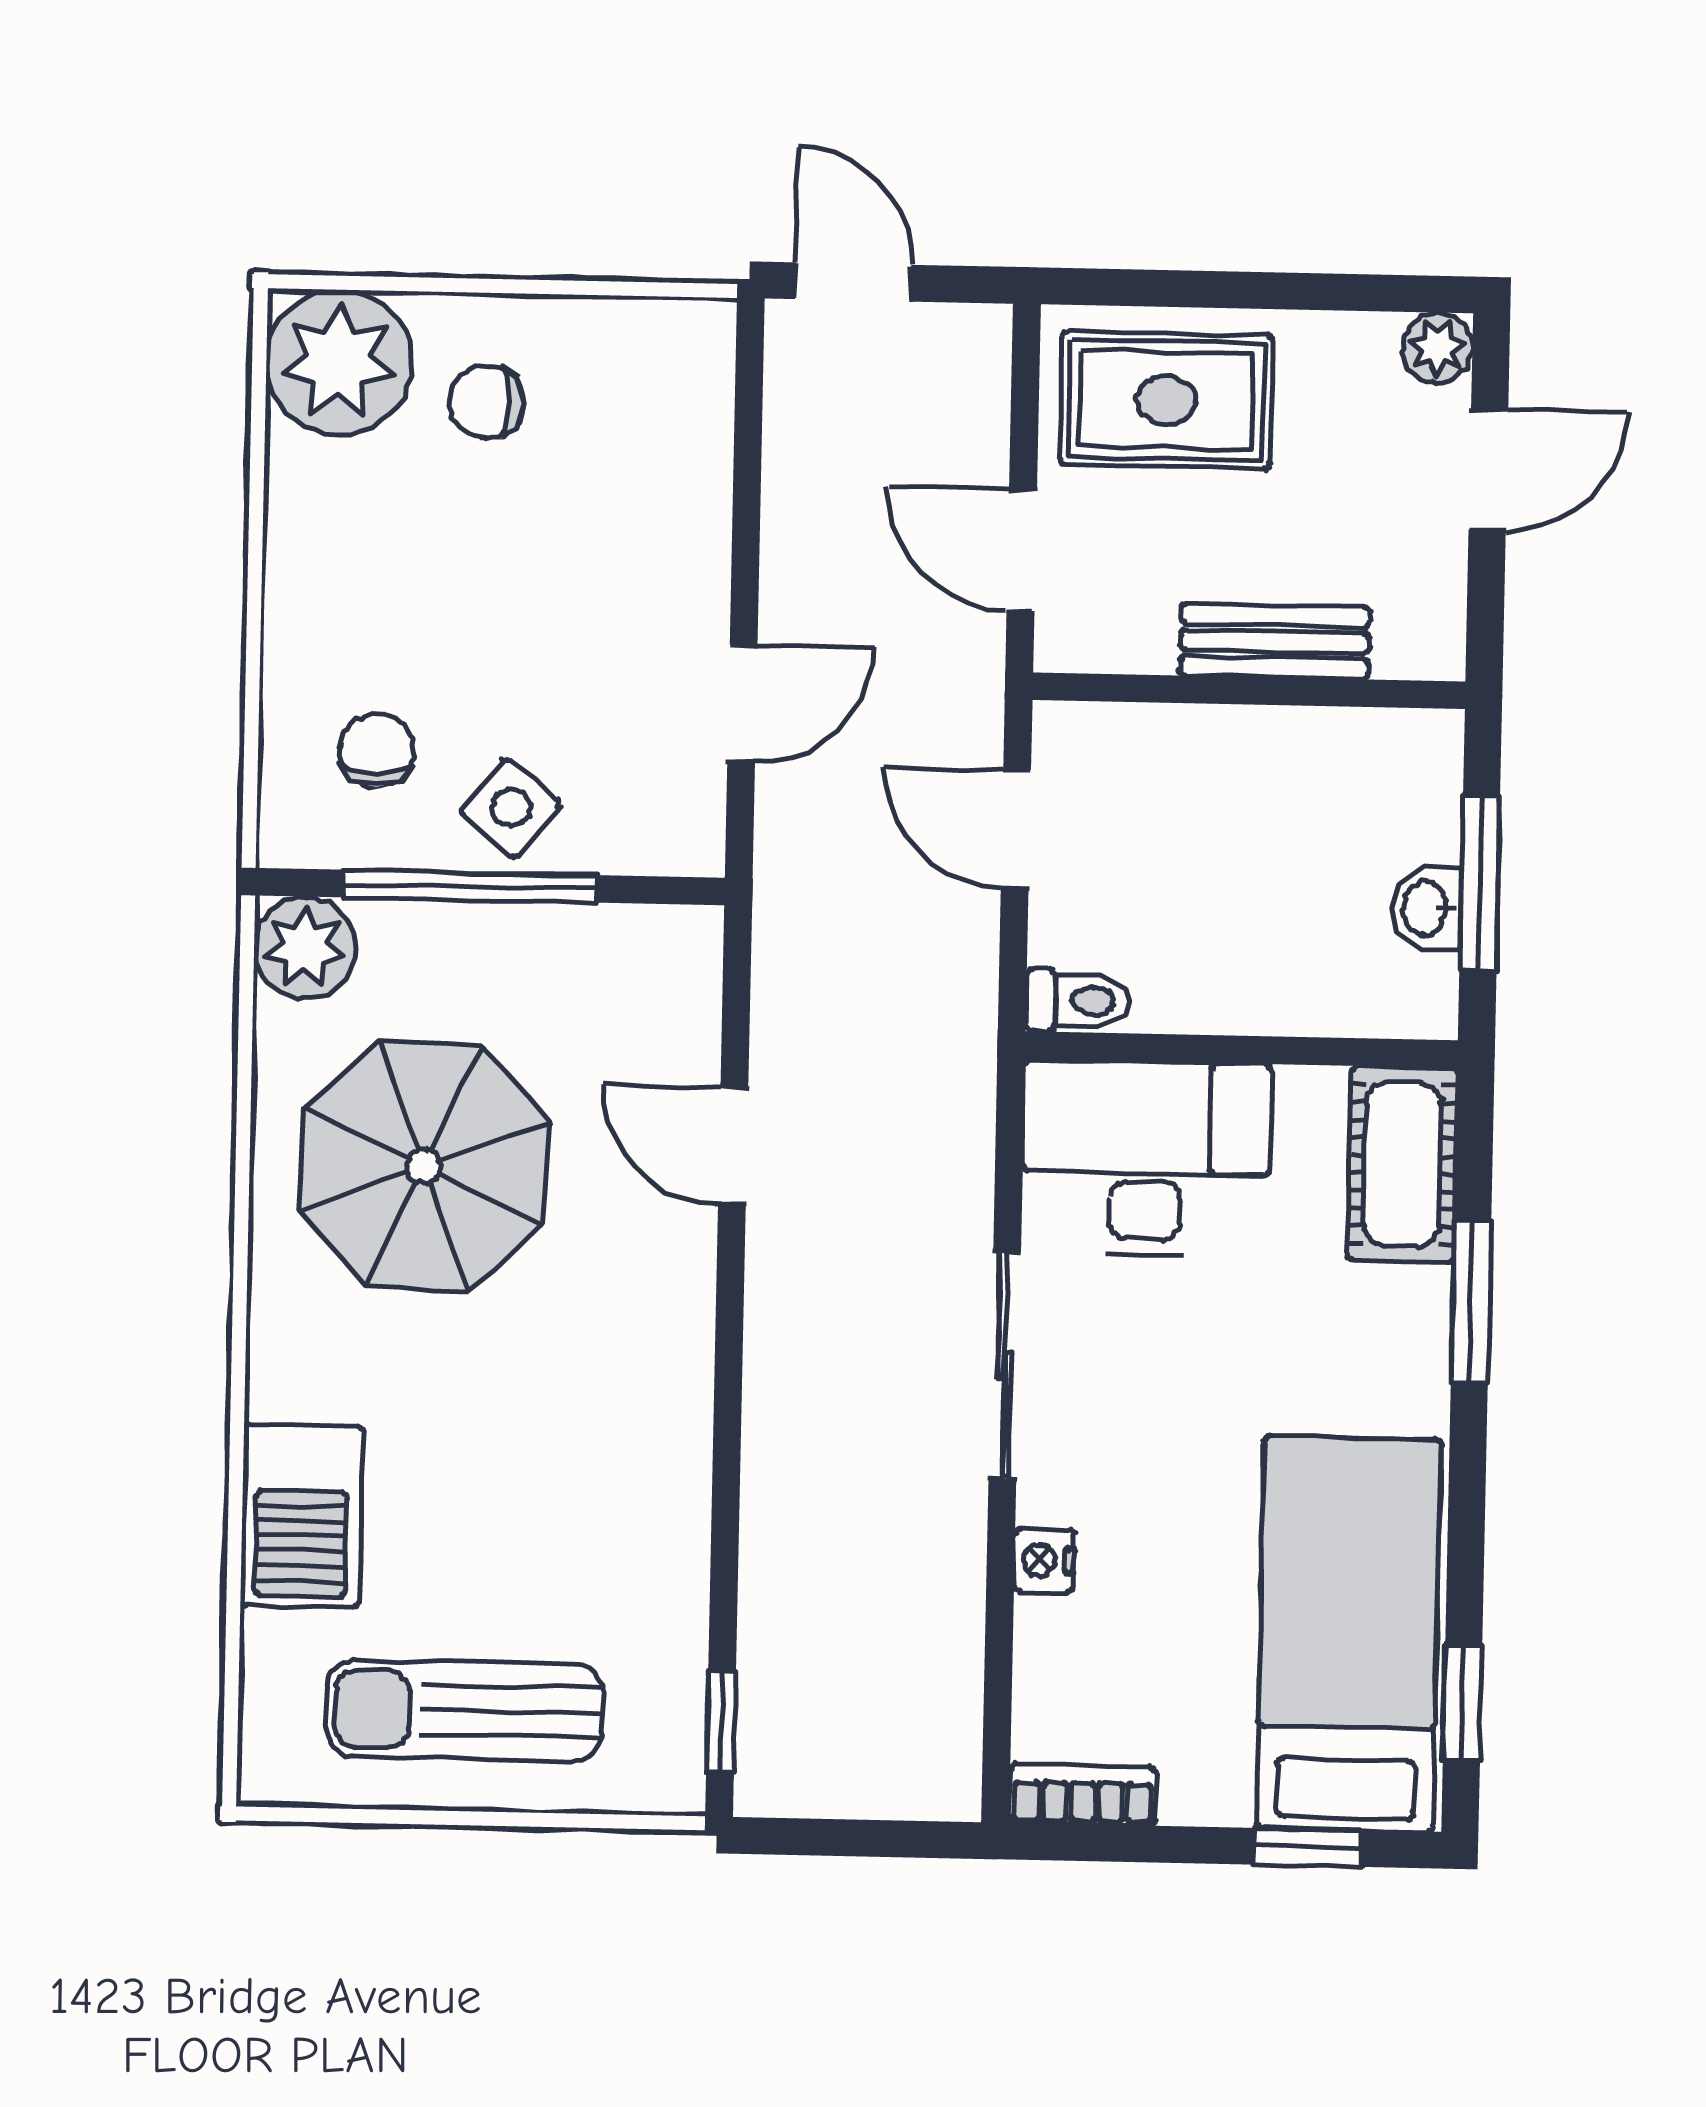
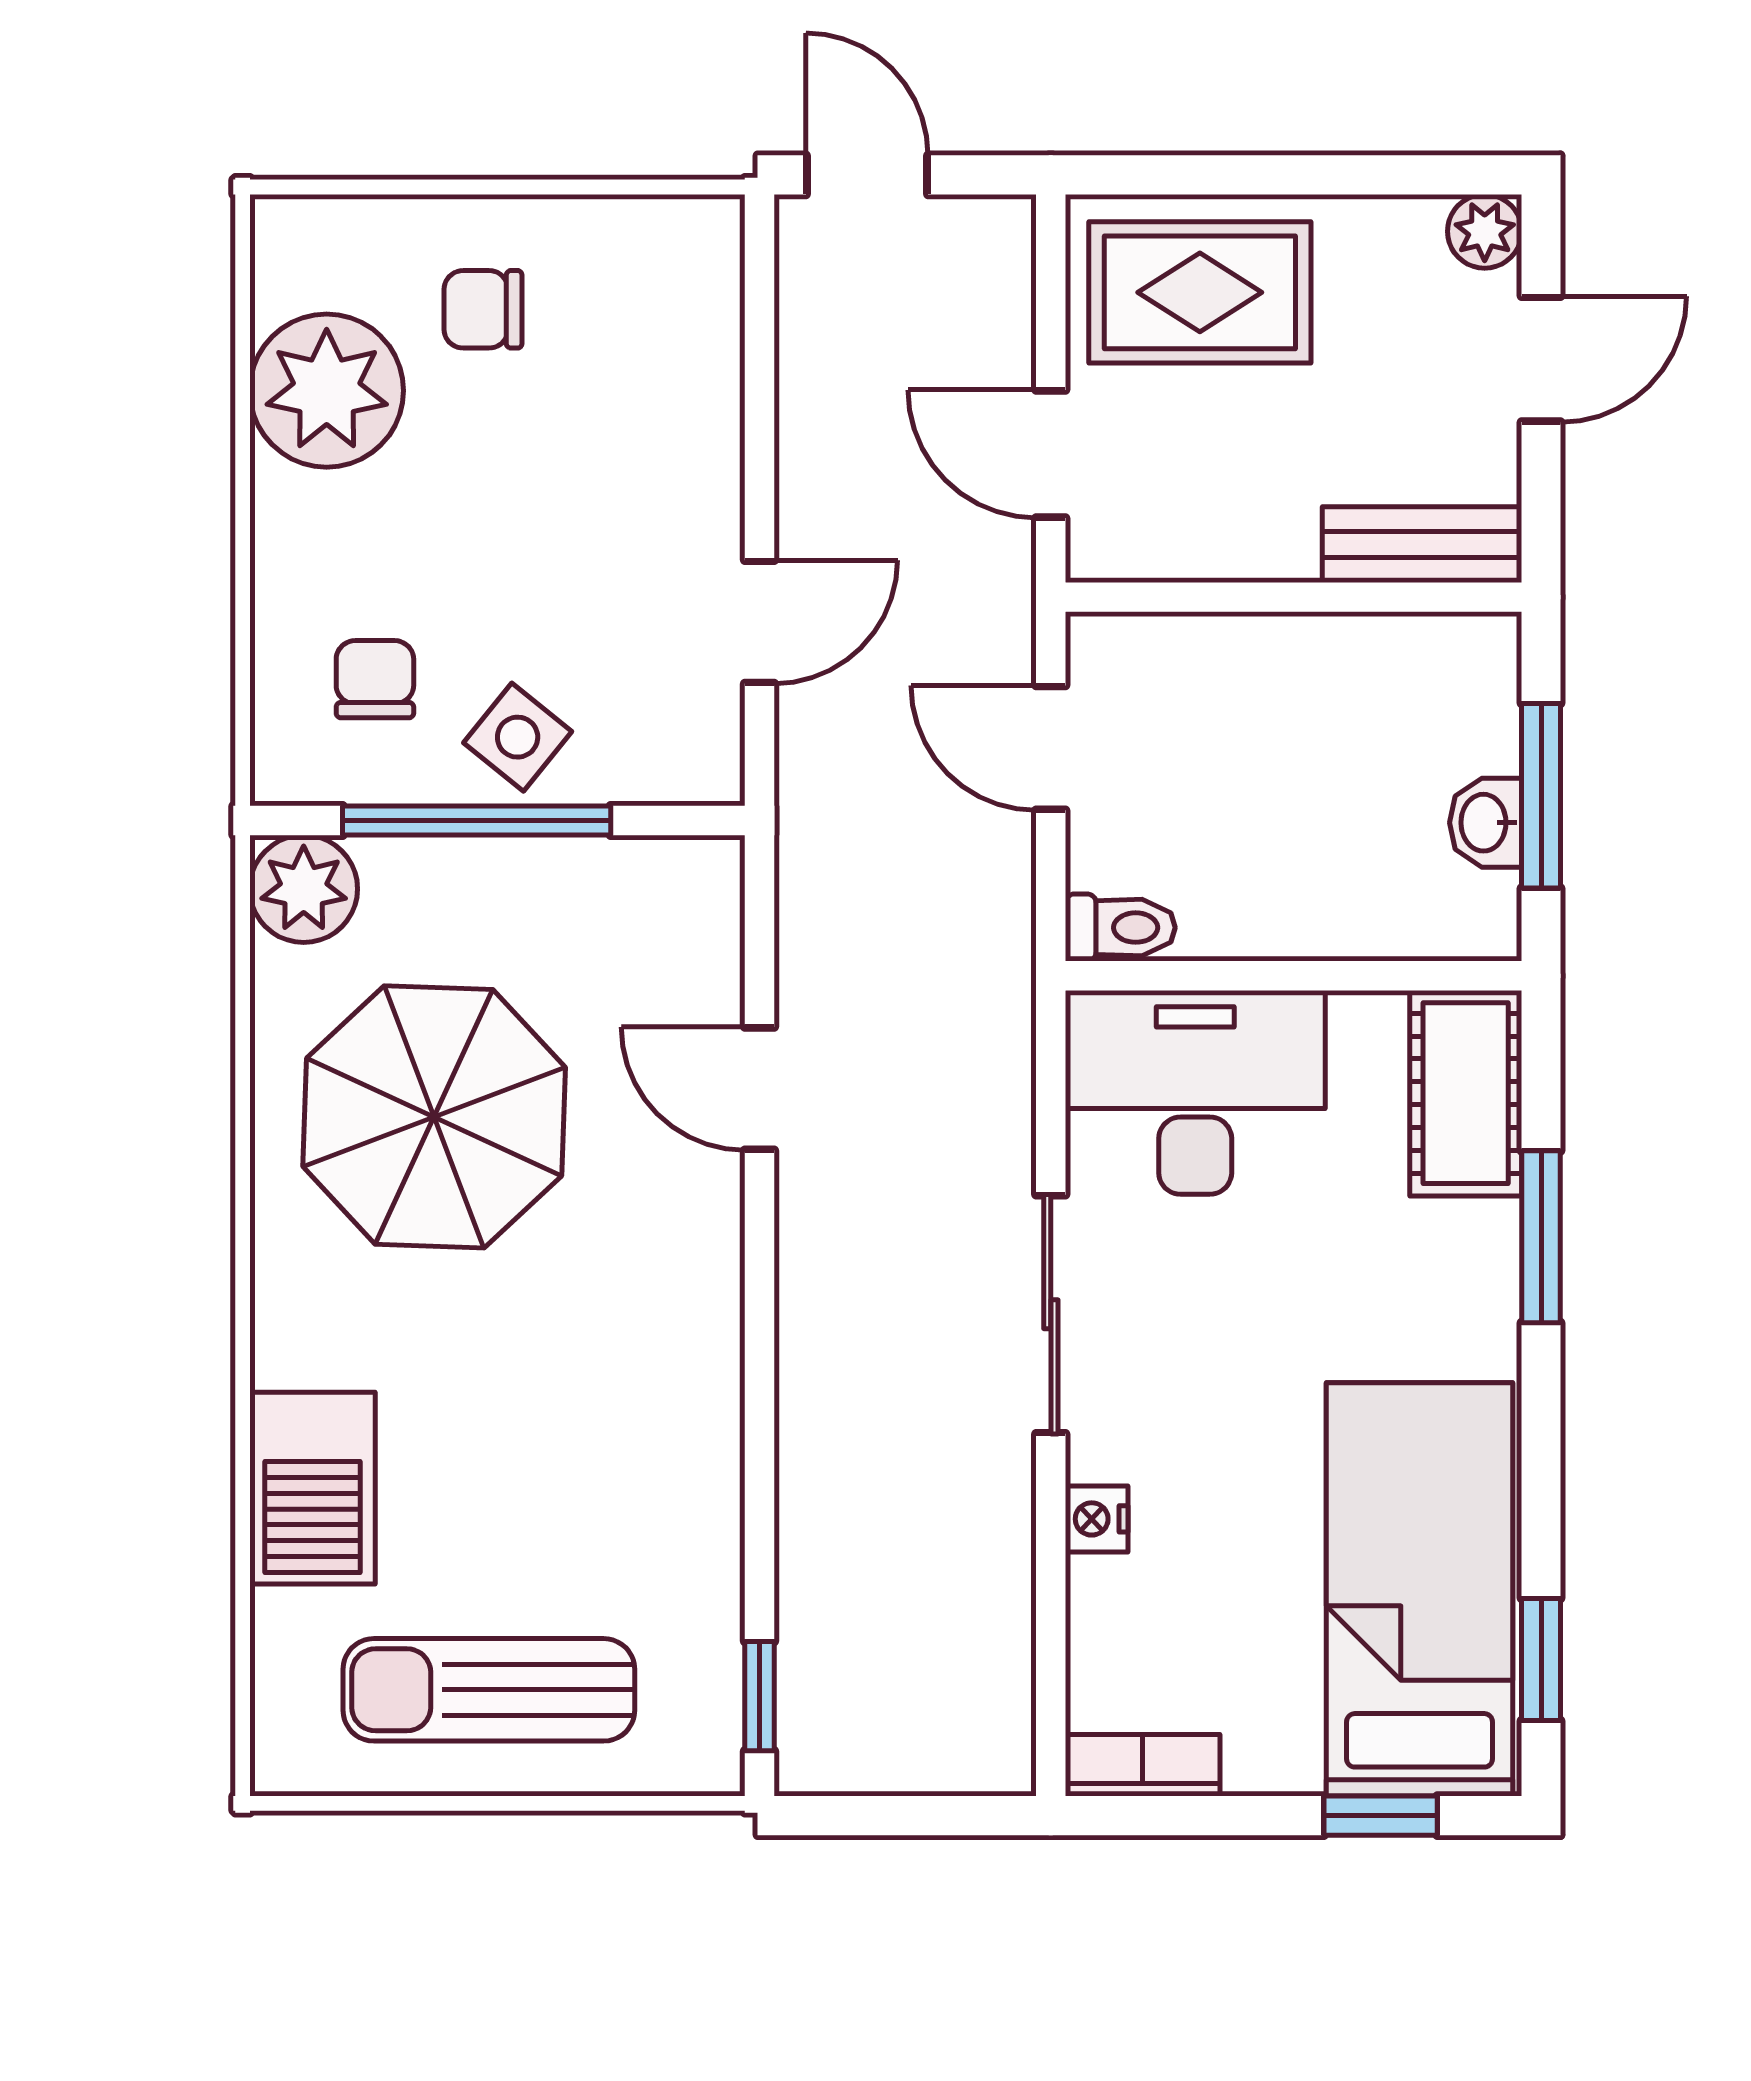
plant: (339, 362) -> (327, 391), moved
bench: (1275, 641) -> (1422, 545), moved

